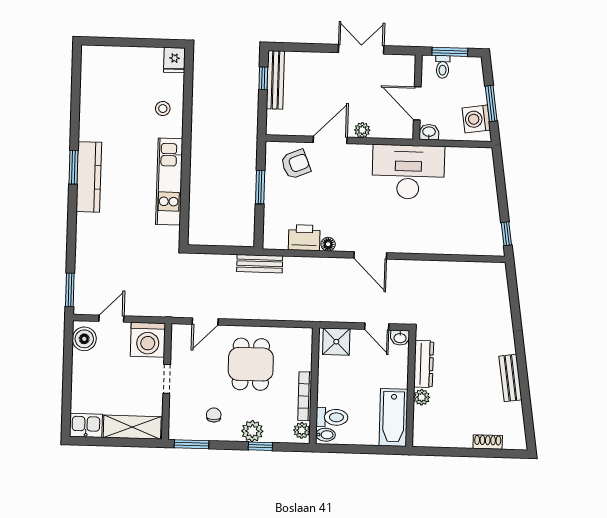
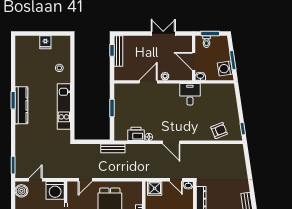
fridge: (174, 60) -> (45, 42), moved
armchair: (296, 164) -> (219, 131), moved
desk: (408, 172) -> (190, 94), width x0.53, depth x0.77

